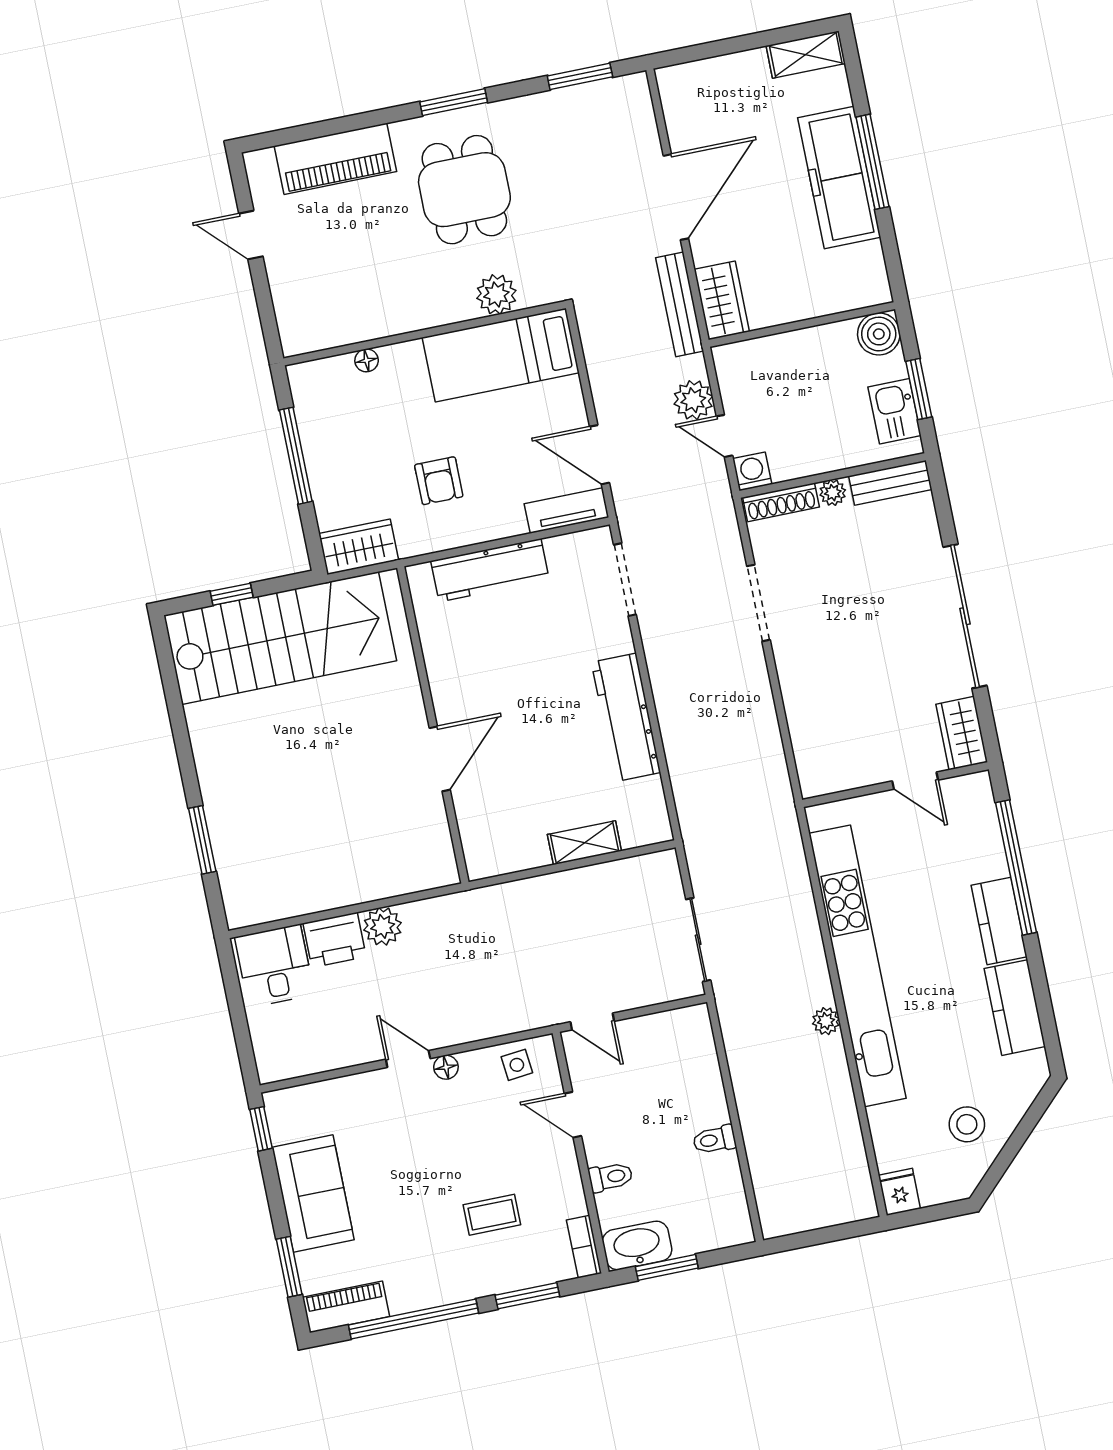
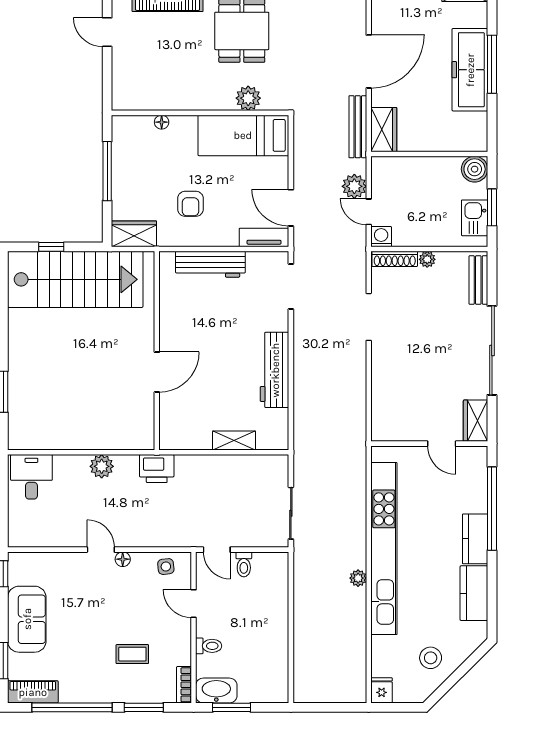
bench: (890, 483) -> (478, 280), moved, turned 90
printer: (335, 940) -> (157, 469), moved
toilet: (714, 1140) -> (244, 564), moved, turned -90

